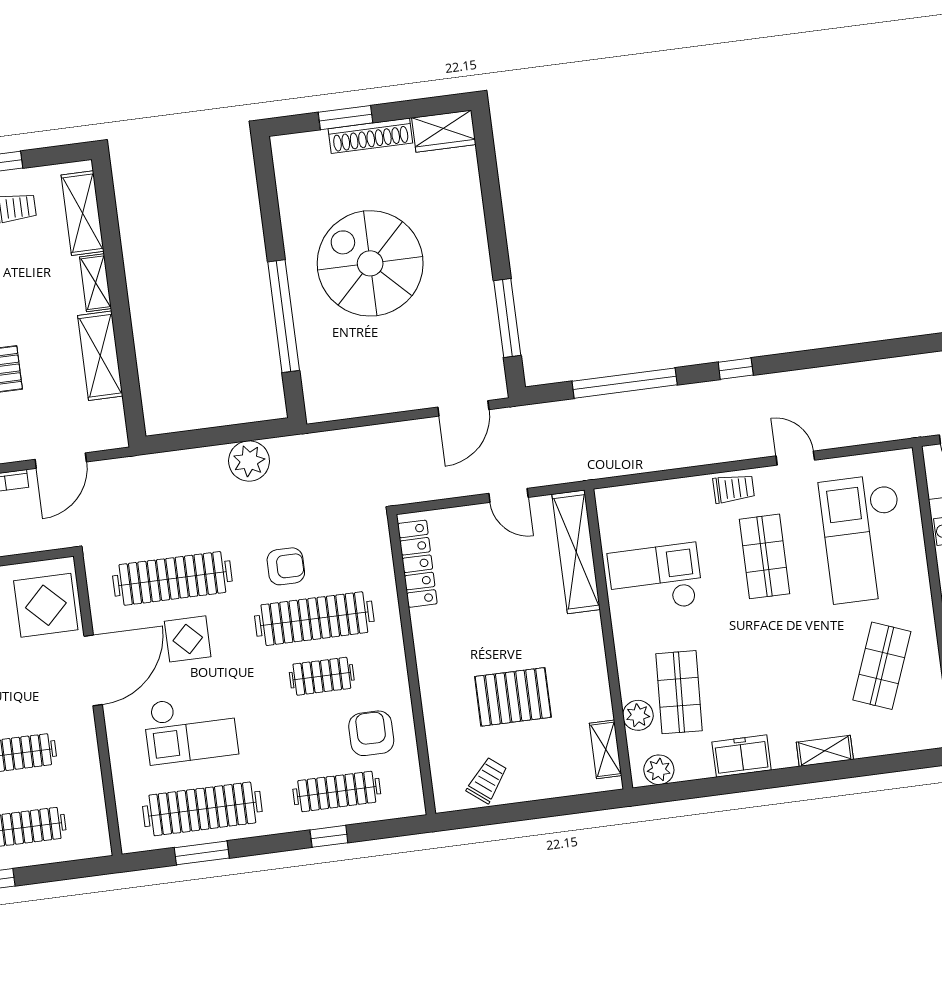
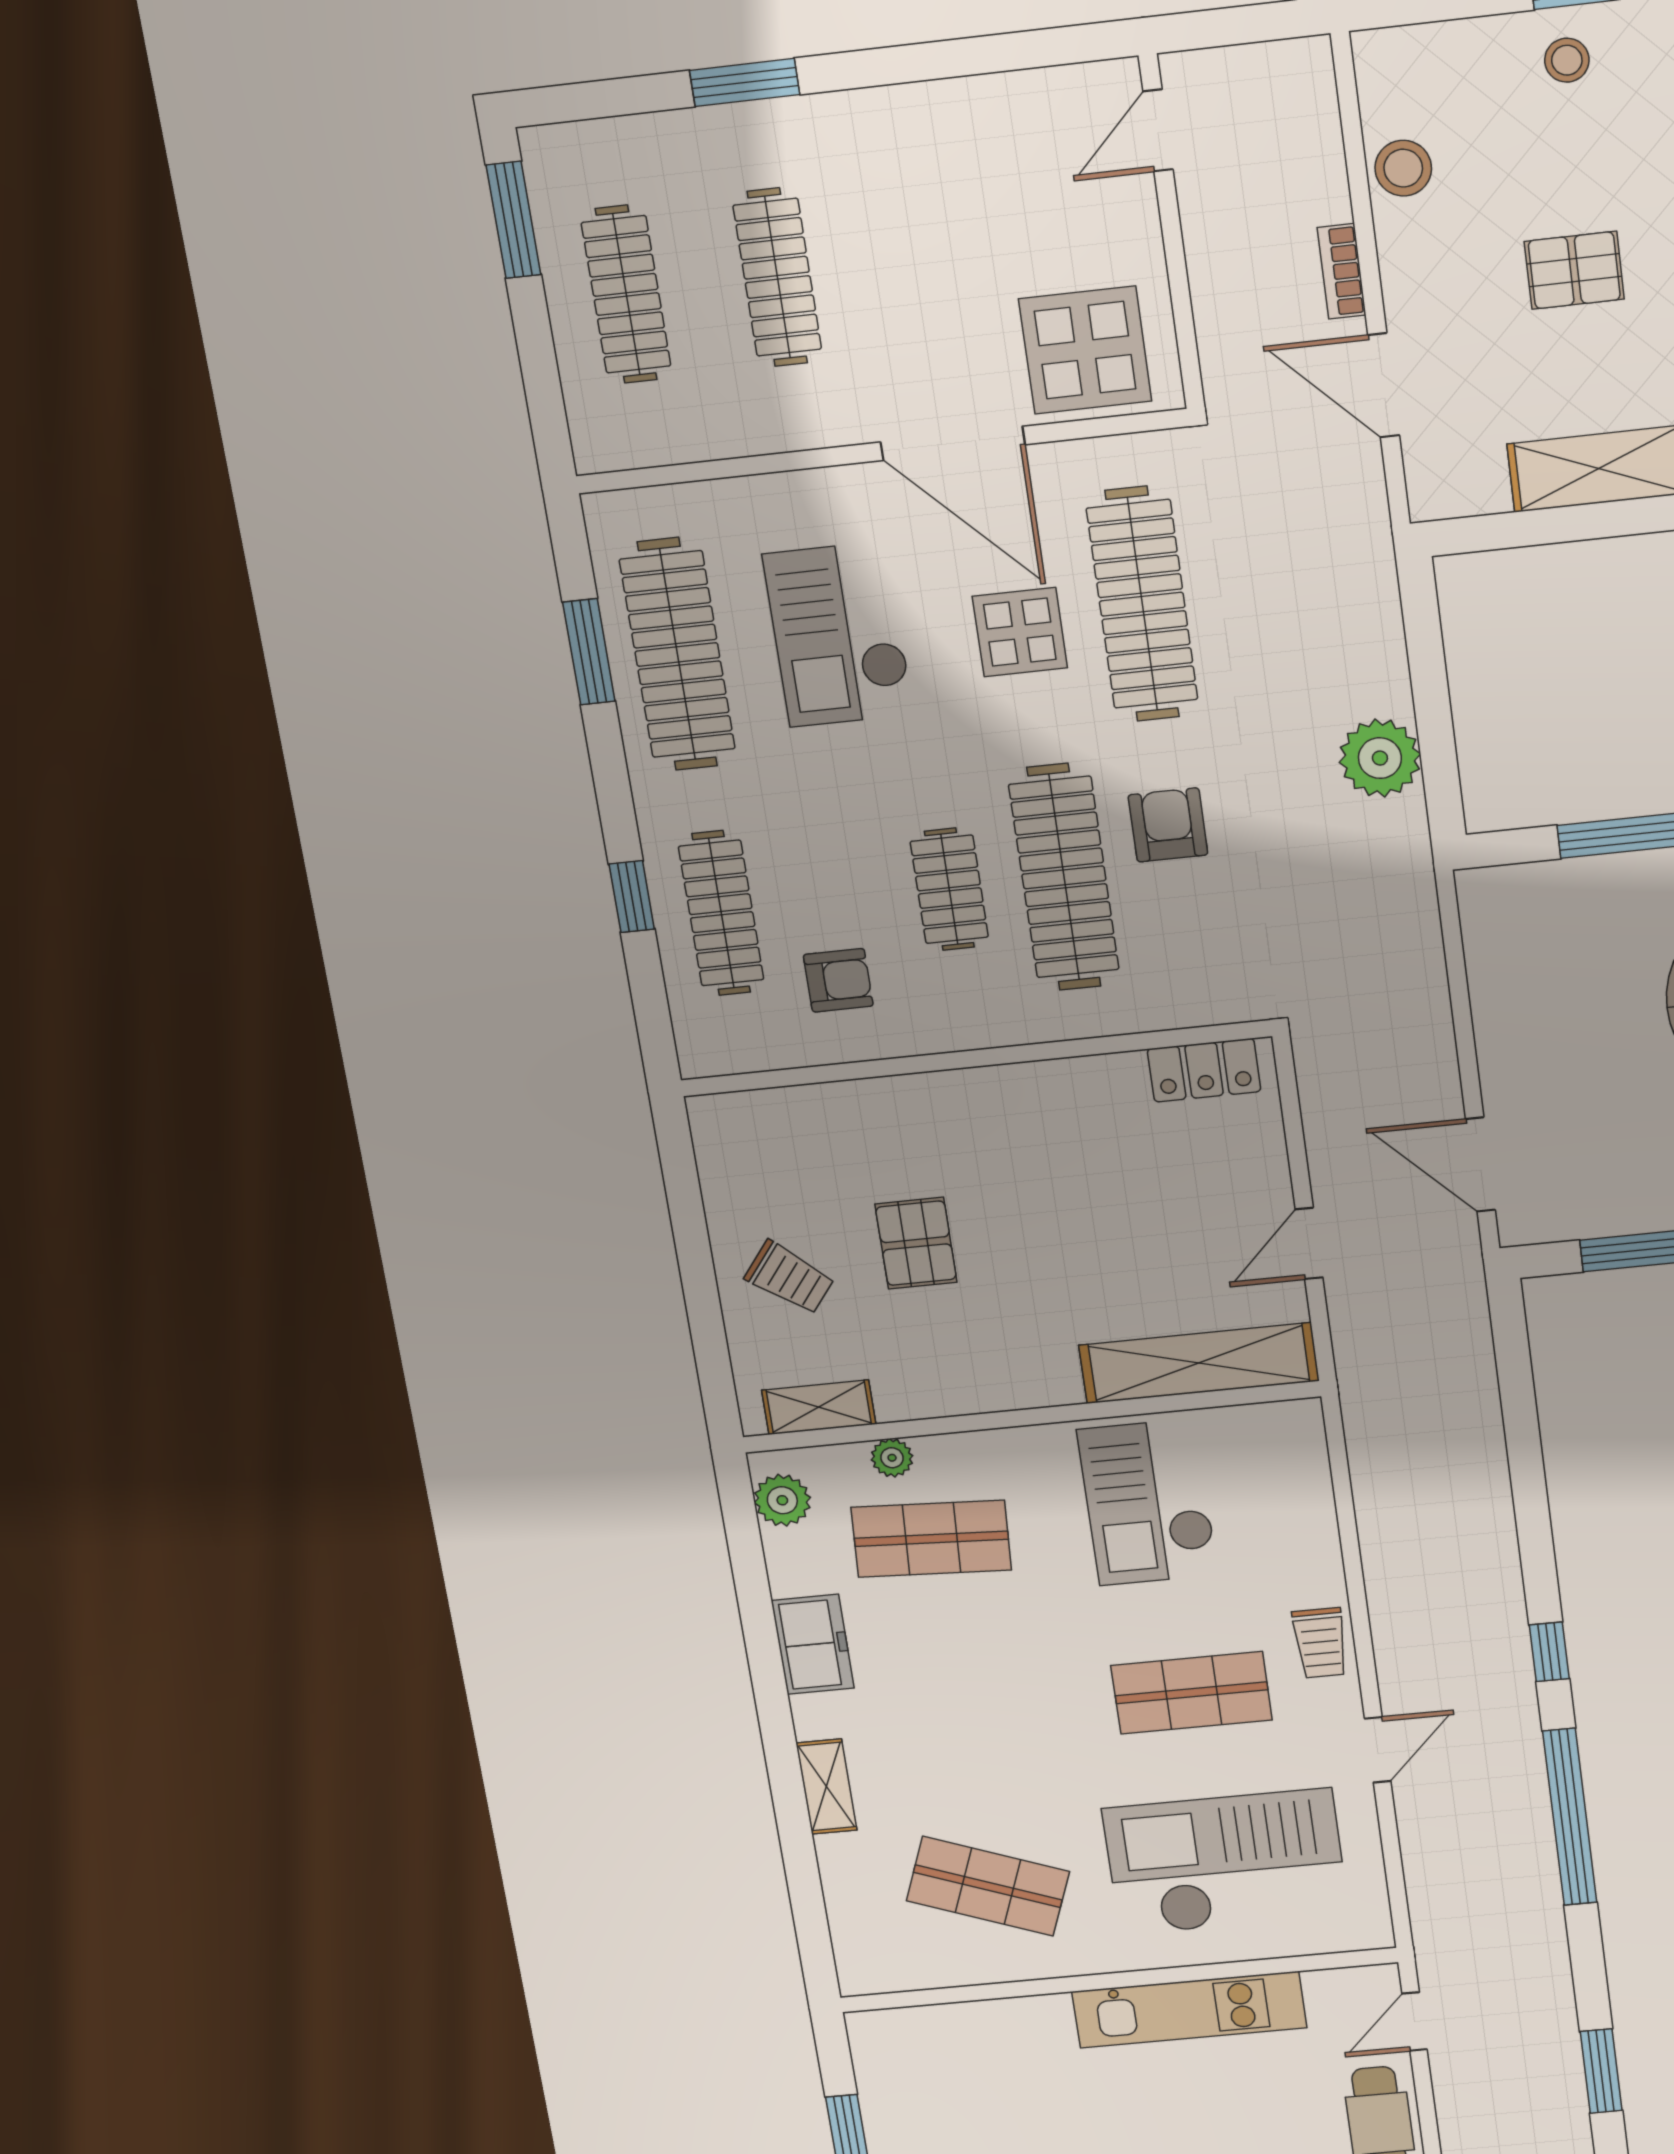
window: (625, 383) -> (1570, 1817), moved
locker: (417, 564) -> (1204, 1070), width x0.66
armchair: (286, 566) -> (1168, 825), turned 180
checkout: (655, 579) -> (1148, 1502), turned 180
pallet: (513, 697) -> (916, 1243), width x0.67, depth x0.71
plant: (638, 715) -> (892, 1458), width x0.73, depth x0.73
armchair: (371, 733) -> (838, 980), width x0.72, depth x0.72
trolley: (487, 780) -> (789, 1278), moved

